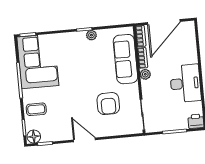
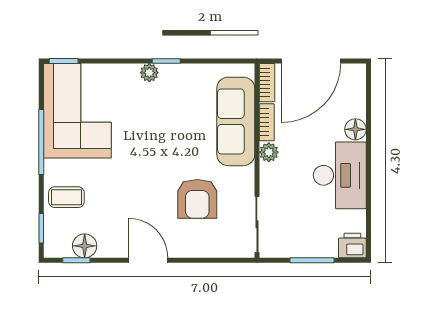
plant: (91, 35) -> (149, 73), moved
floor lamp: (192, 57) -> (355, 129), added
floor lamp: (34, 137) -> (85, 246), moved

